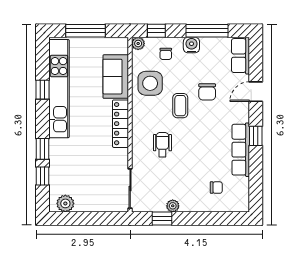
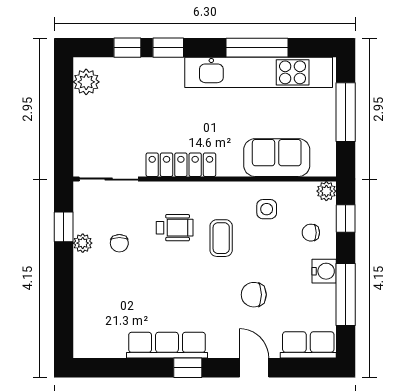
side table: (150, 83) -> (267, 209), width x0.54, depth x0.54
window: (42, 90) -> (257, 48), width x2.17
coffee table: (180, 106) -> (221, 238), moved, turned 90
locker: (121, 124) -> (181, 165), moved
chair: (216, 188) -> (119, 243), moved

